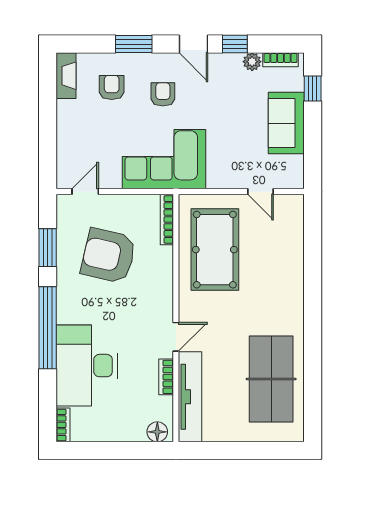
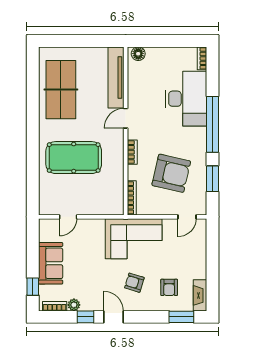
window: (134, 44) -> (181, 317), moved
armchair: (163, 94) -> (134, 283), turned 107
door: (261, 192) -> (68, 217), swing flipped
pool table: (215, 250) -> (74, 158), moved, turned 90
bookcase: (166, 377) -> (132, 152), moved

